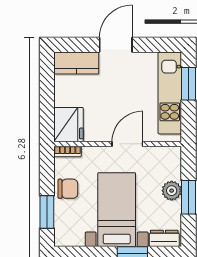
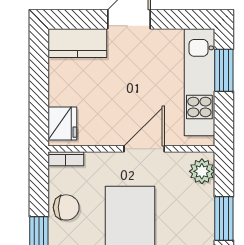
fridge: (69, 125) -> (62, 124), width x0.73, depth x0.75
plant: (172, 191) -> (202, 171), moved

